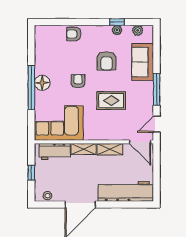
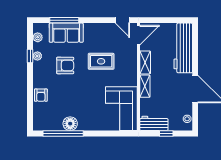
armchair: (78, 81) -> (84, 91), removed
floor lamp: (42, 83) -> (70, 124), moved
window: (31, 87) -> (63, 133), moved
window: (157, 89) -> (64, 20), moved
rug: (111, 101) -> (101, 61), turned 90
workbench: (55, 151) -> (154, 123), moved, turned -90

